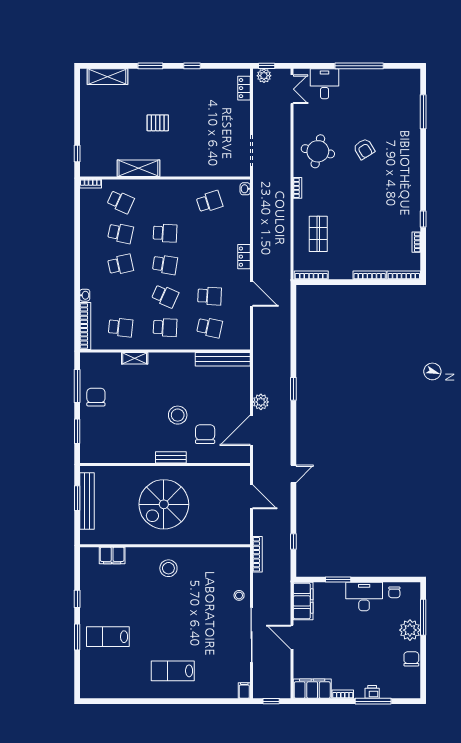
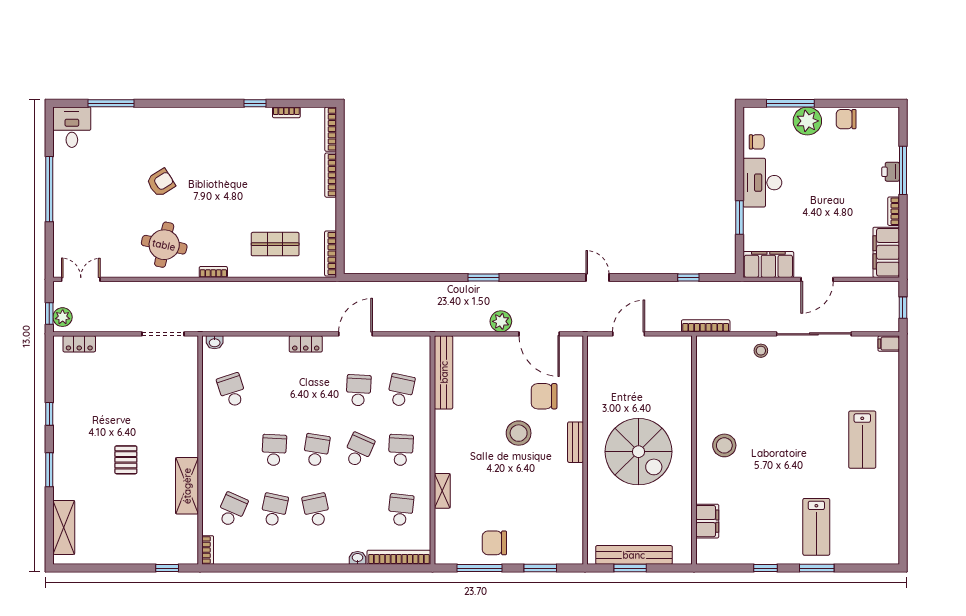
desk: (325, 84) -> (72, 127), moved, turned 90

